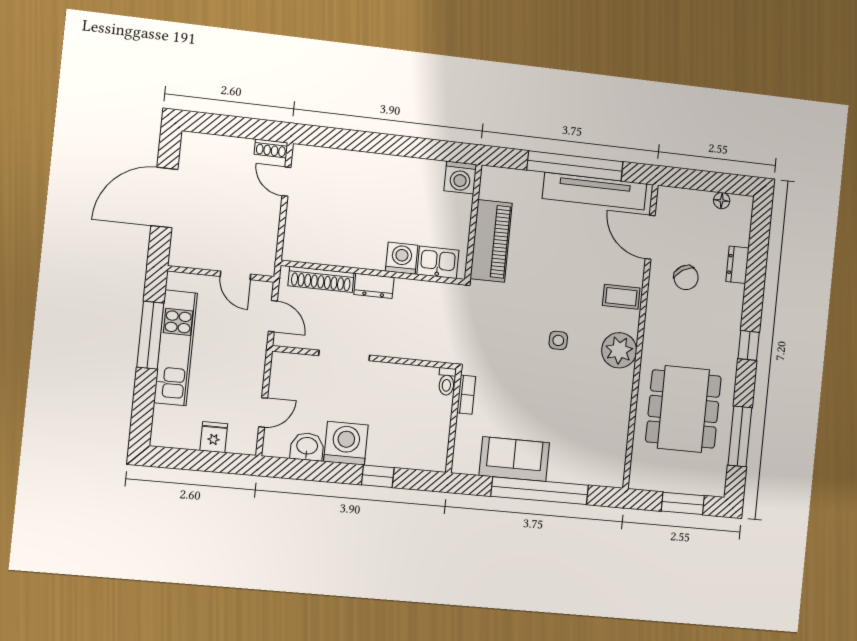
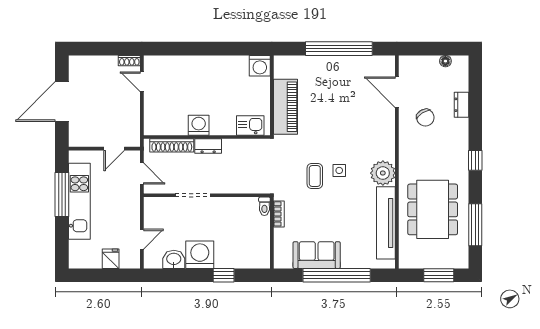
tv unit: (595, 191) -> (386, 223), moved, turned 90
washing machine: (402, 258) -> (199, 125), moved
door: (235, 275) -> (114, 149), hinge flipped
coffee table: (621, 297) -> (315, 176), moved, turned 90

